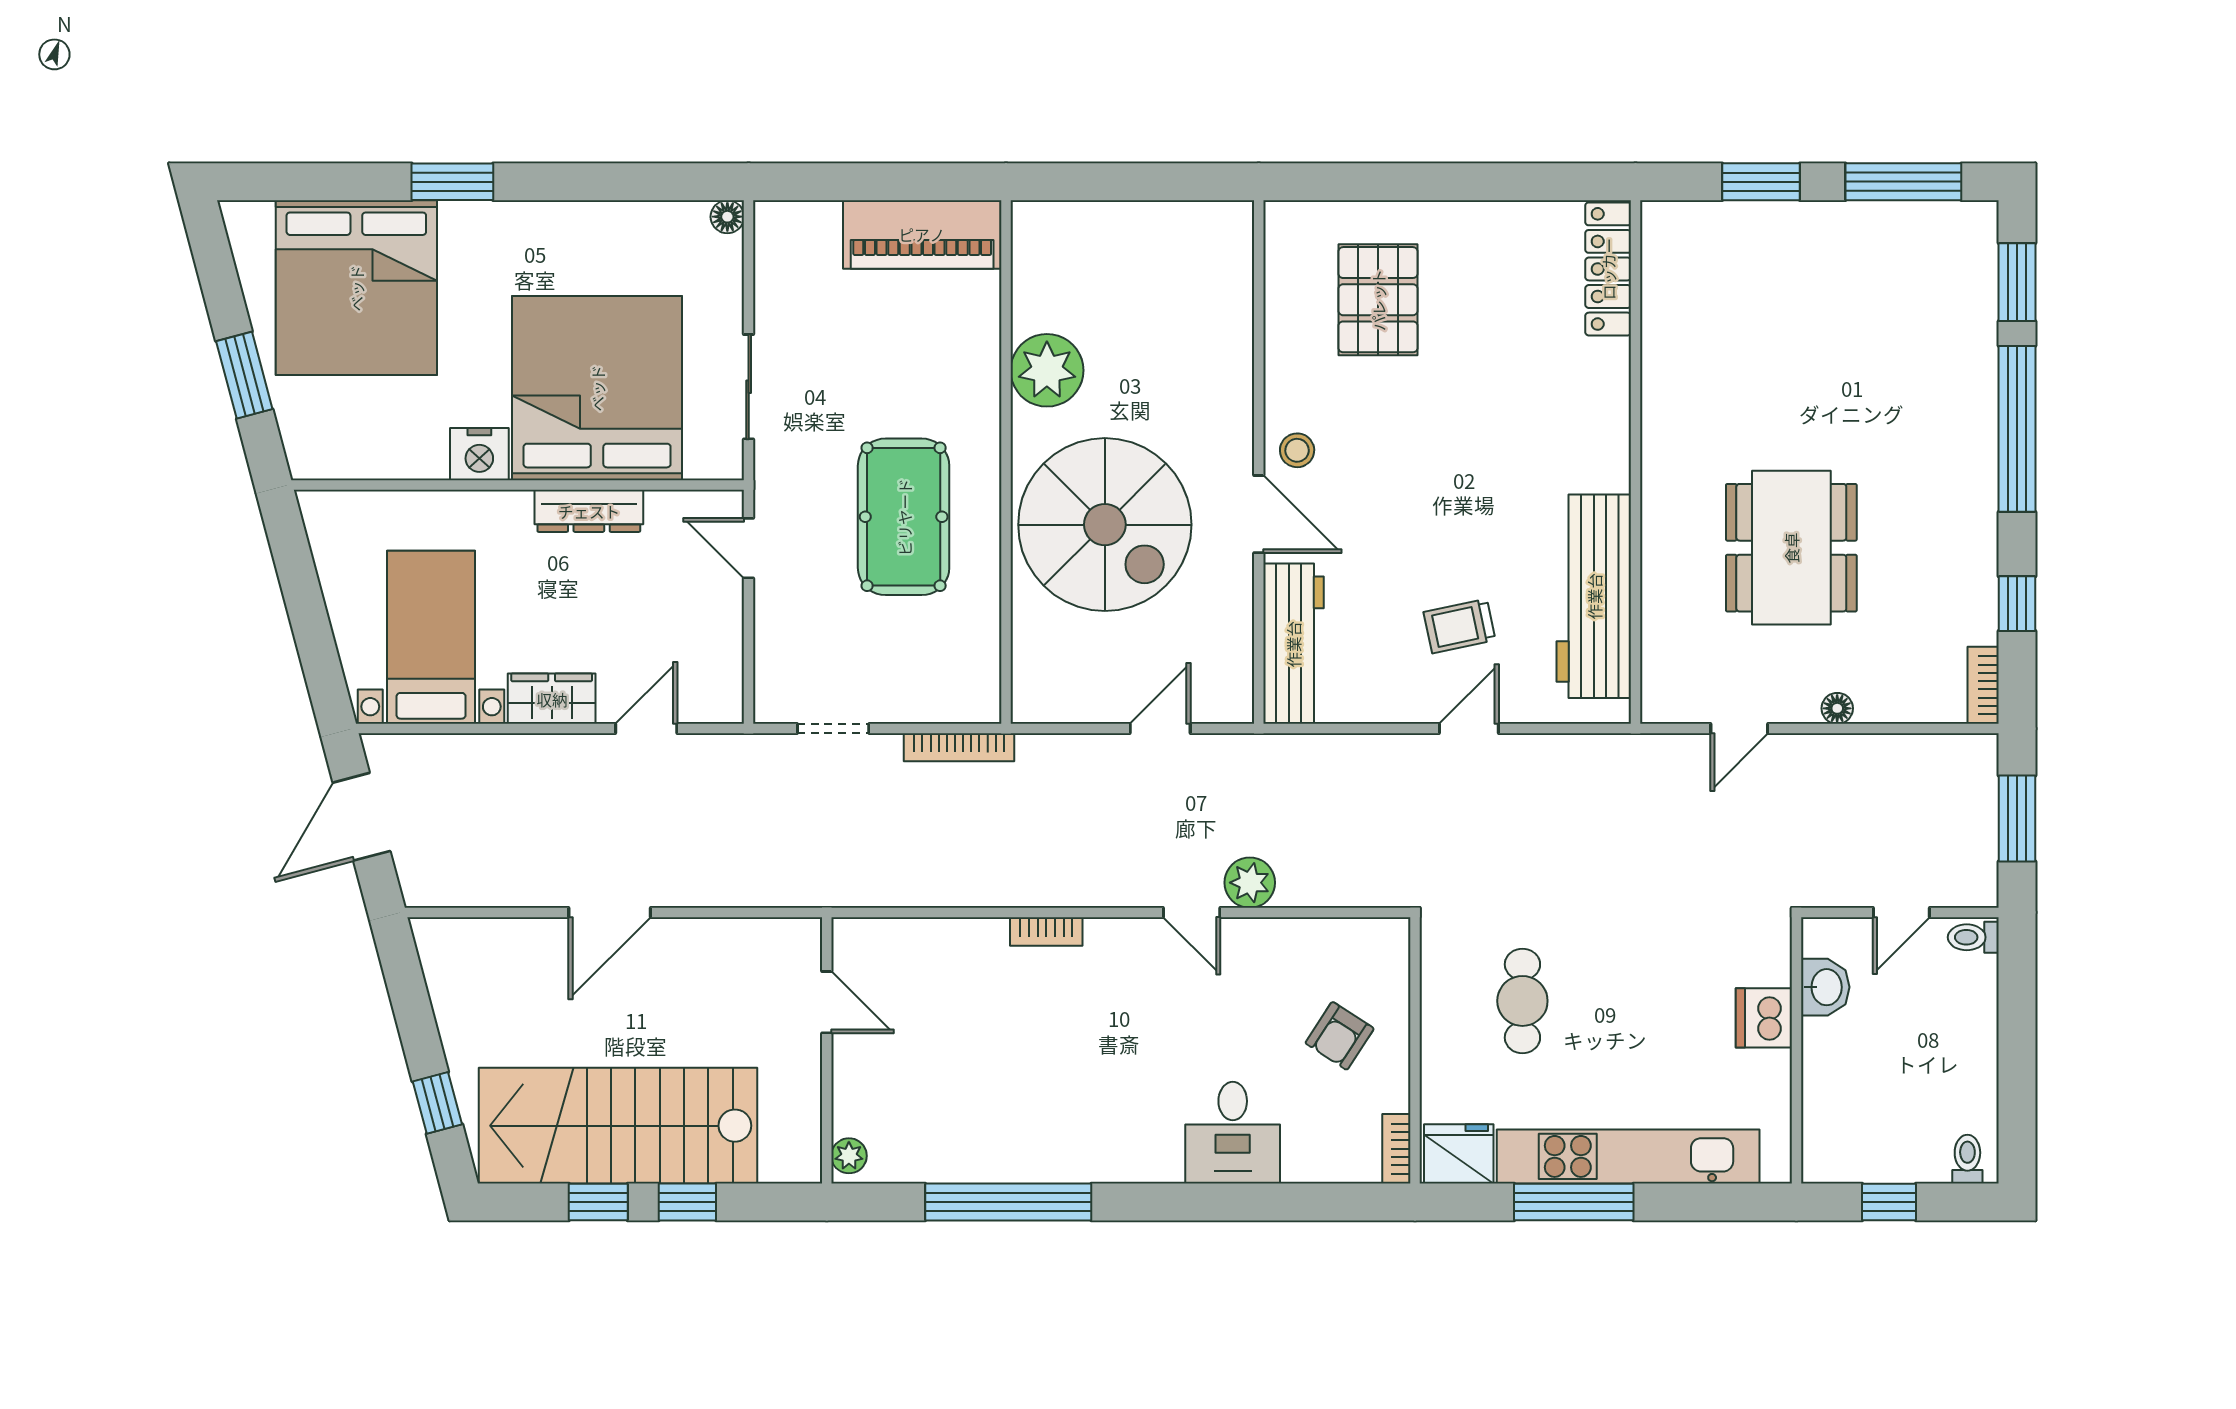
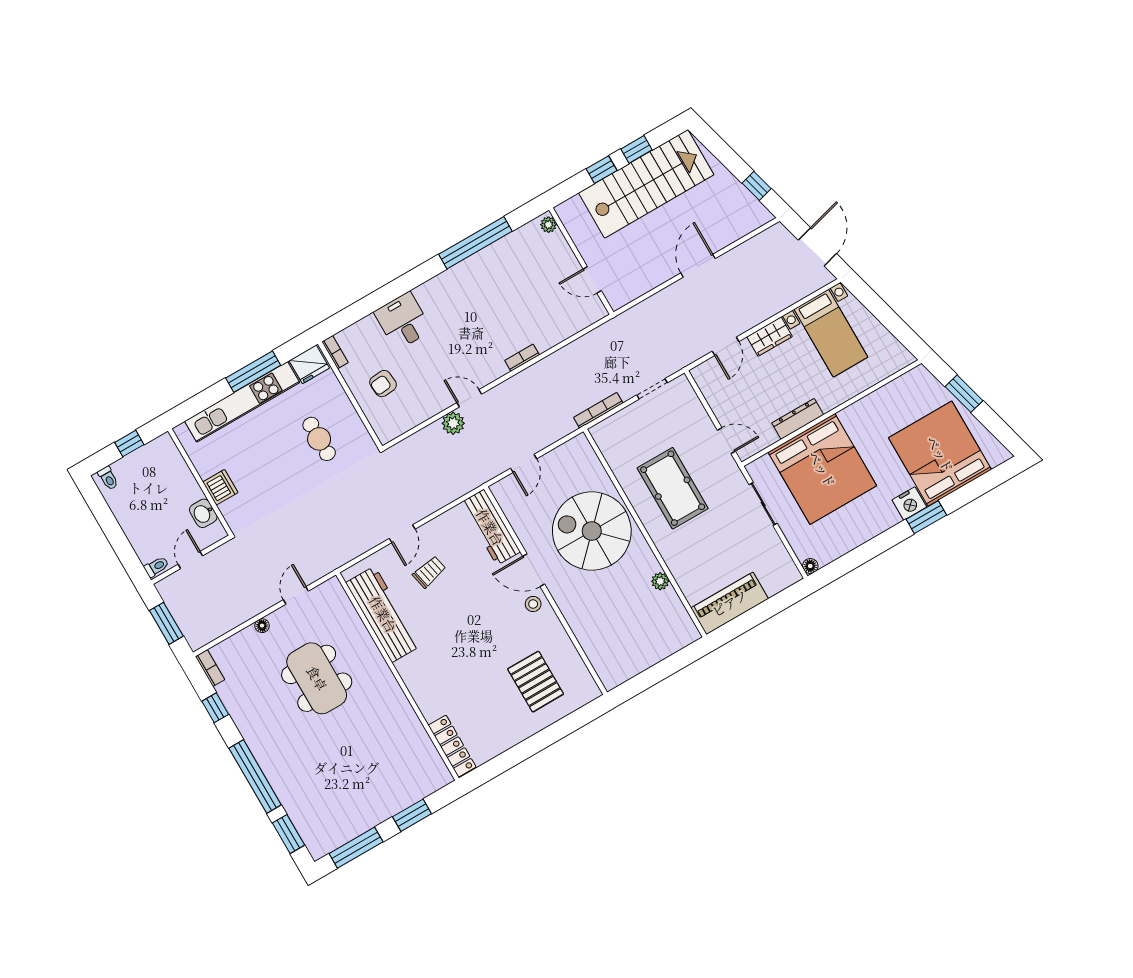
plant: (1047, 370) -> (660, 581), width x0.53, depth x0.53
nightstand: (479, 454) -> (909, 504), moved, turned 180
armchair: (1340, 1036) -> (383, 384), turned -128
window: (437, 1103) -> (757, 186), moved

